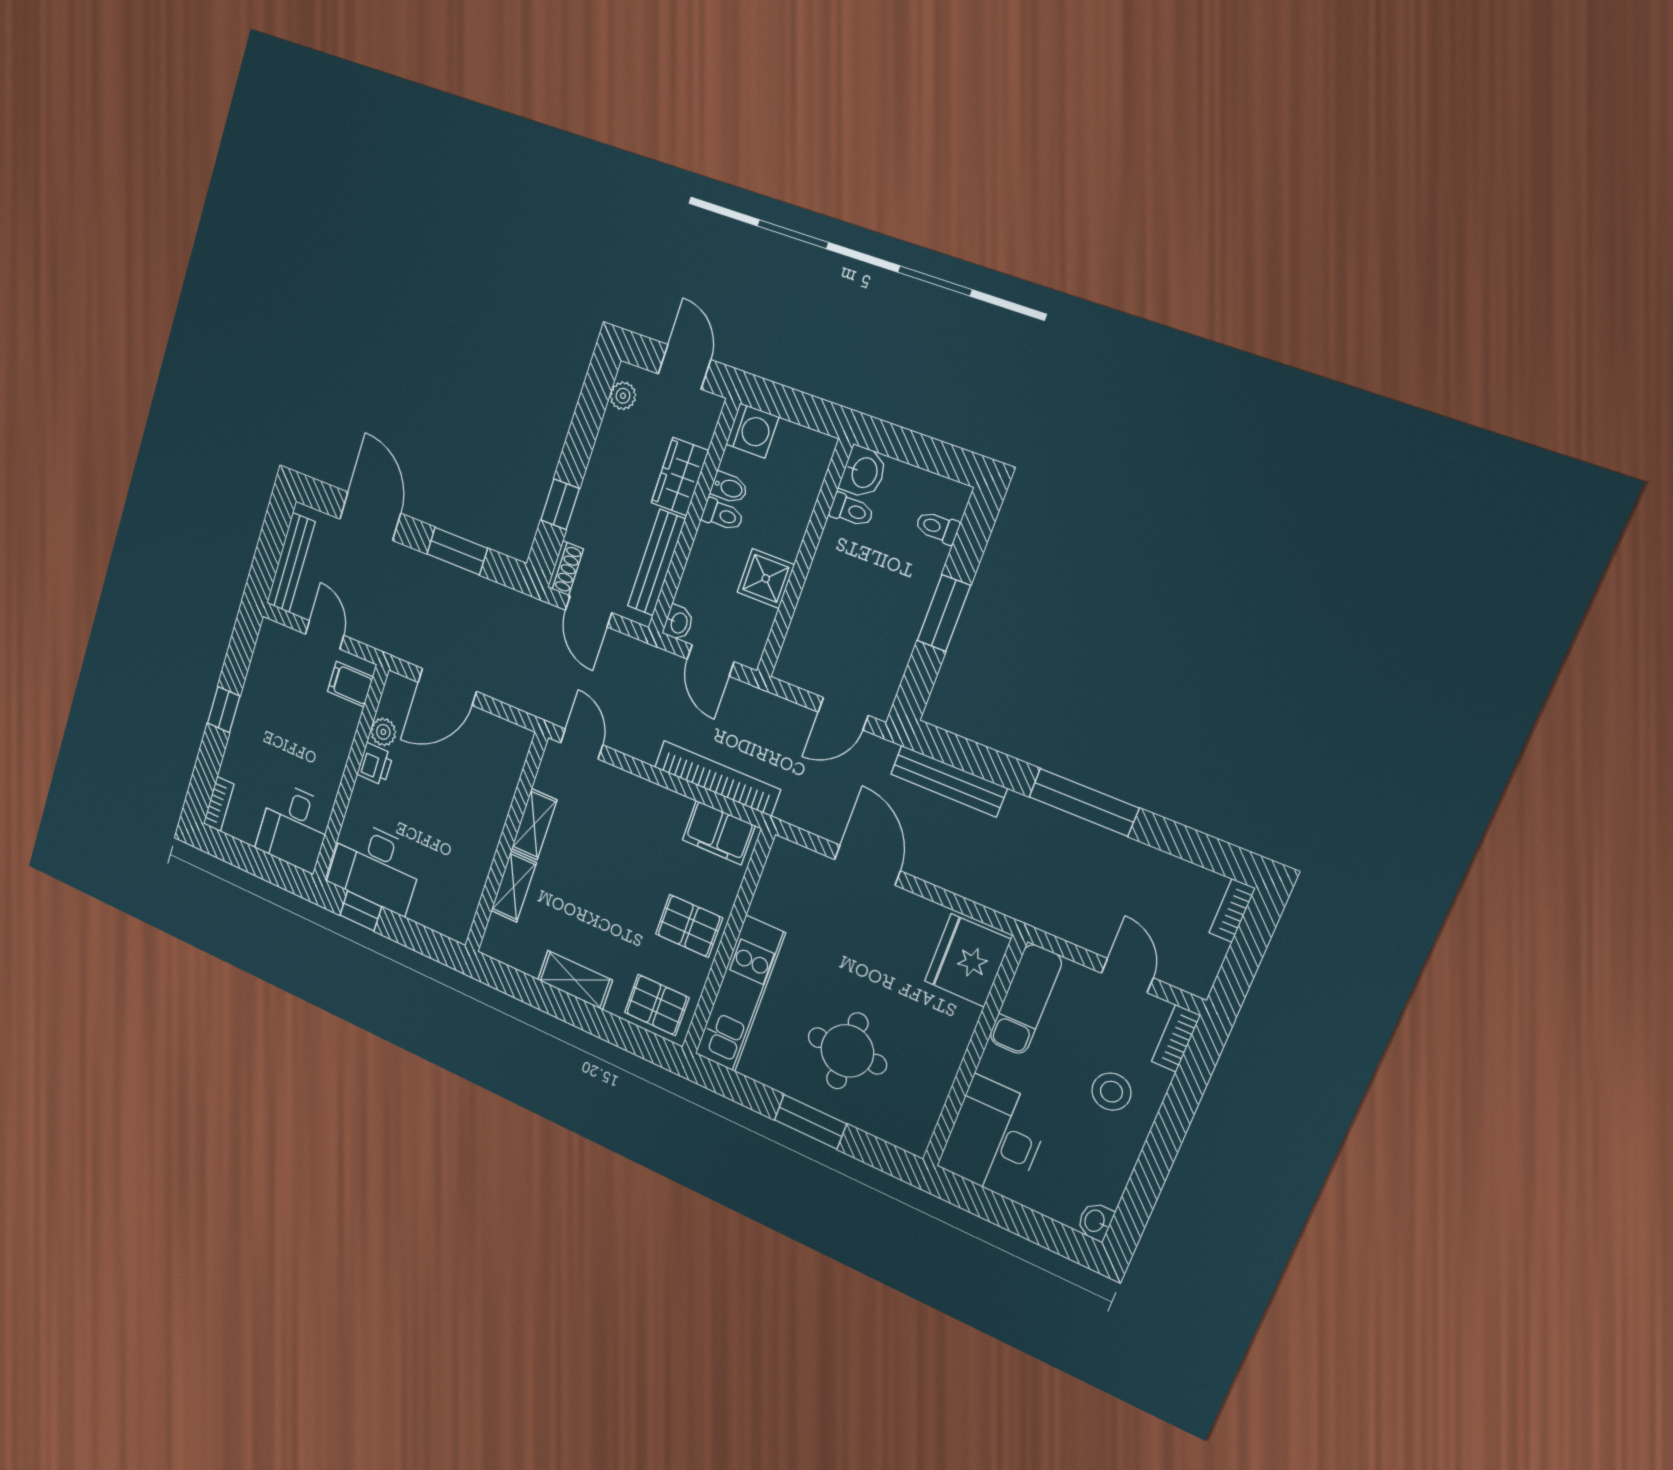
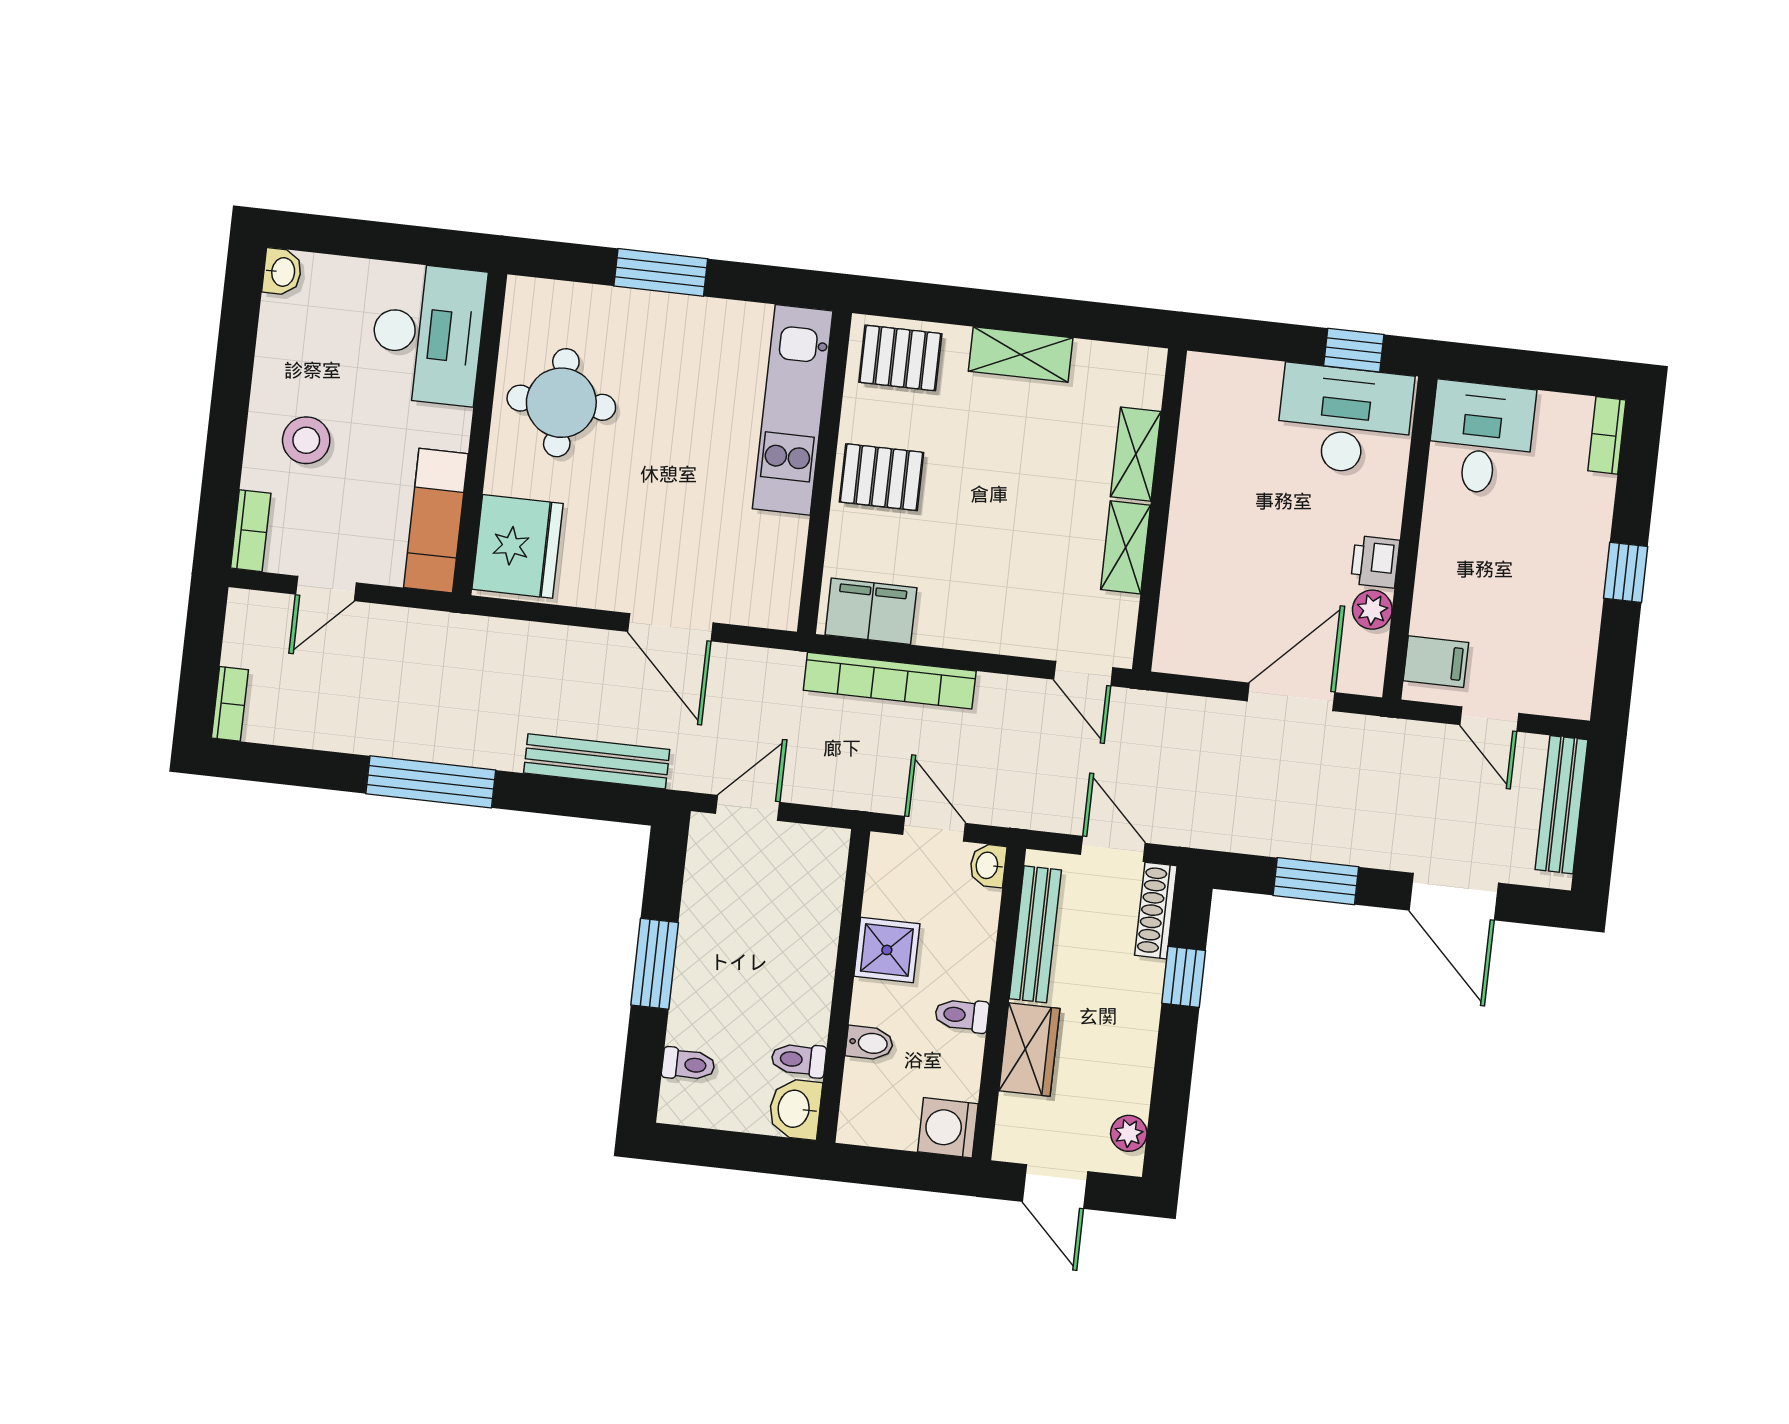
bidet: (729, 488) -> (870, 1043), moved, turned 180
shoe rack: (566, 568) -> (1156, 911), width x1.43
door: (1127, 976) -> (326, 589), hinge flipped
round table: (847, 1051) -> (561, 403), moved

